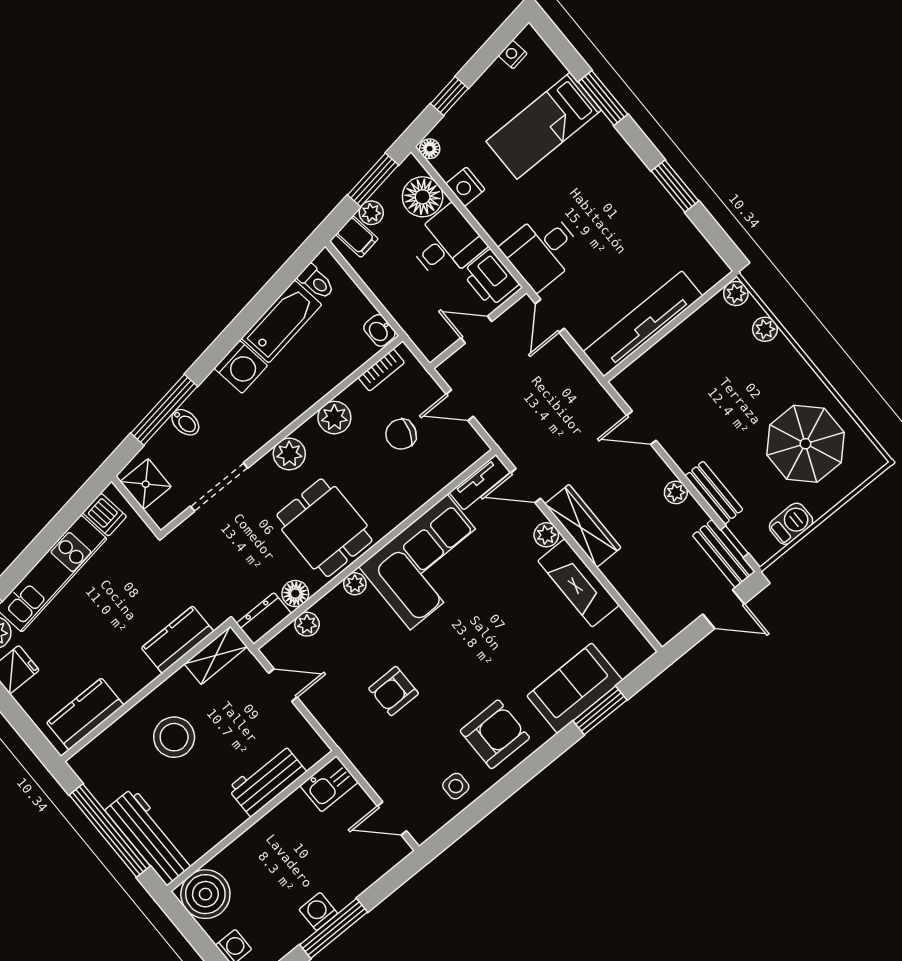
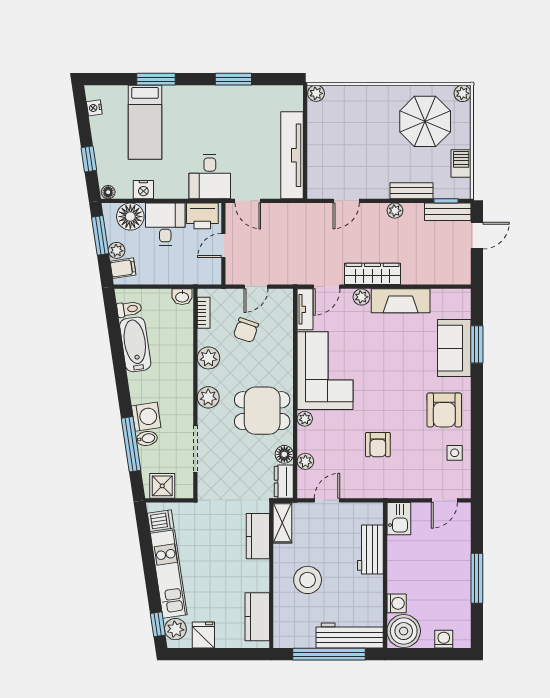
plant: (765, 329) -> (463, 93), moved
washing machine: (241, 367) -> (146, 417), moved
armchair: (495, 734) -> (444, 410), turned 180
washing machine: (318, 911) -> (397, 603), moved, turned 180

